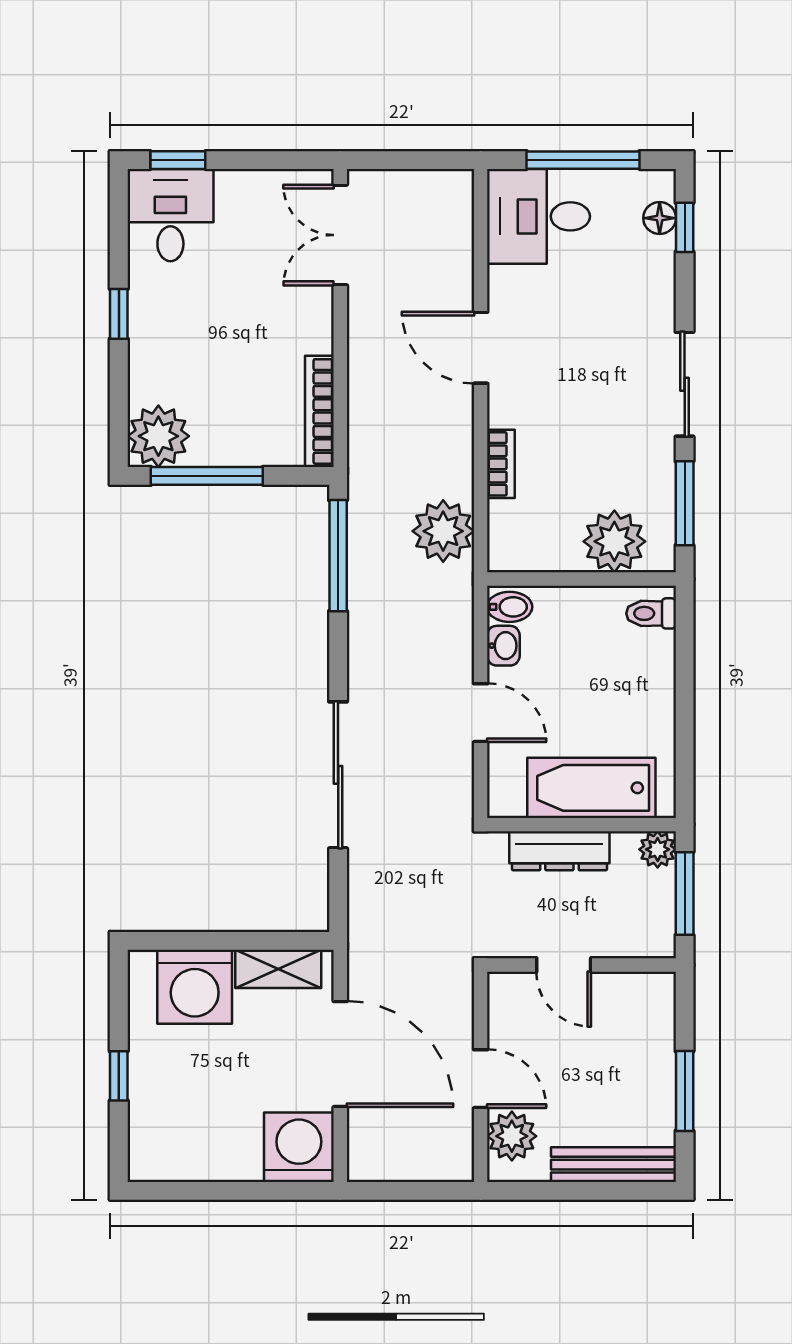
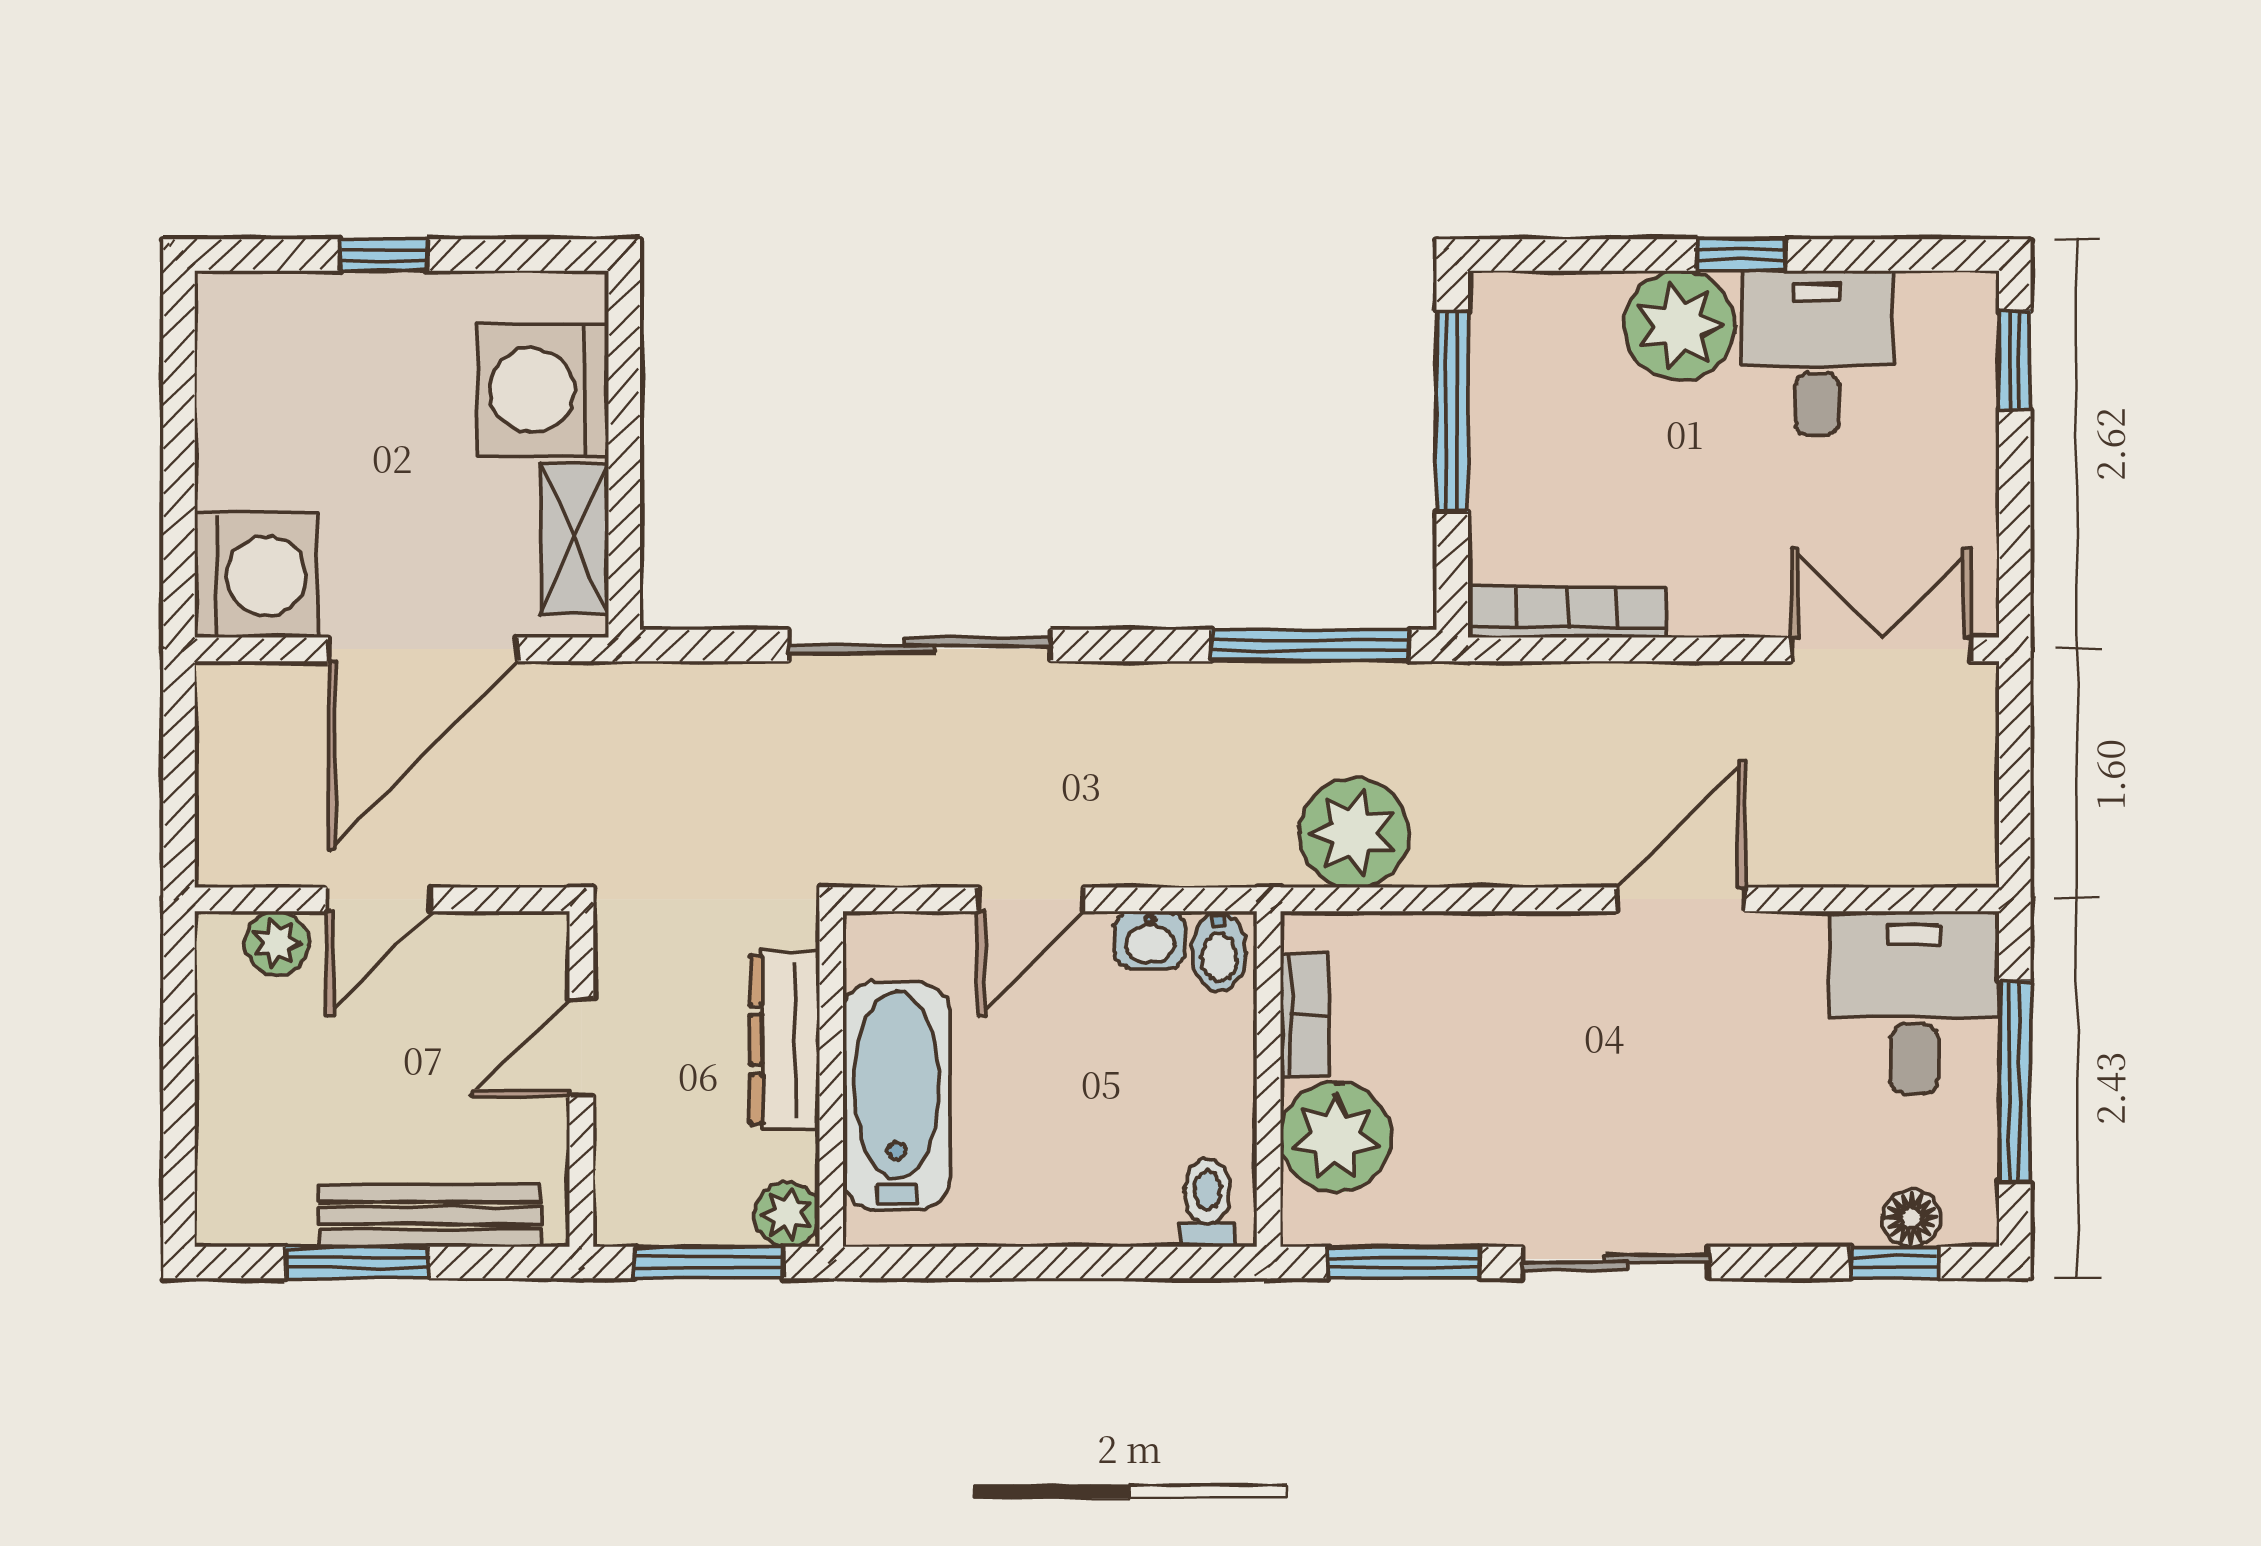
desk: (170, 215) -> (1817, 353), moved, turned -90
plant: (158, 436) -> (1680, 325), moved
bookcase: (501, 464) -> (1305, 1015), moved, turned -90
plant: (512, 1136) -> (277, 943), width x0.73, depth x0.73
bench: (614, 1165) -> (430, 1216), moved, turned 90

